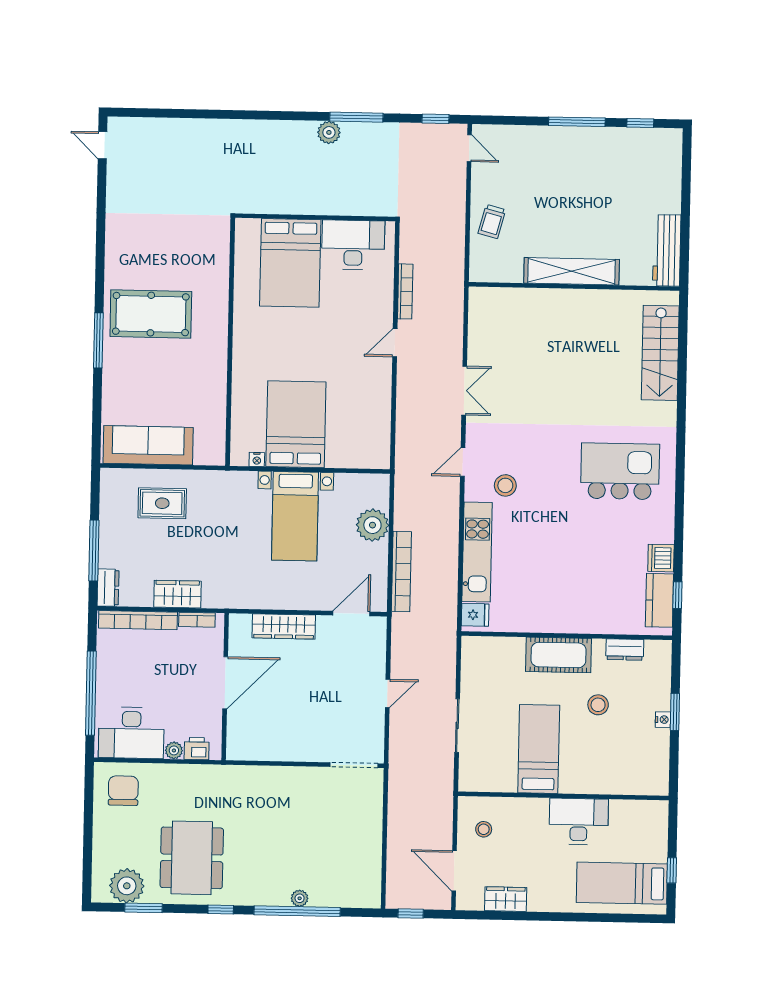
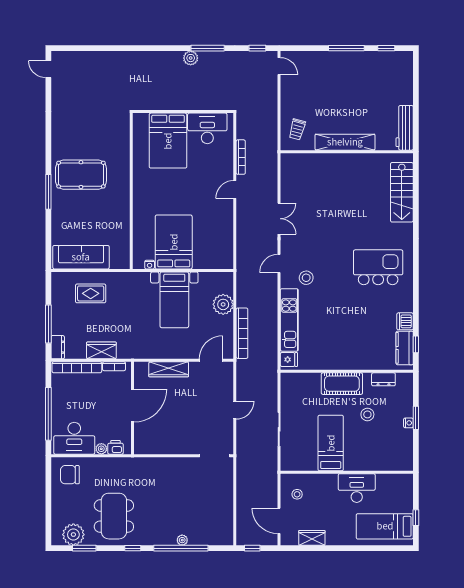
trolley: (492, 221) -> (297, 129), moved
chair: (123, 791) -> (70, 475), turned -90

